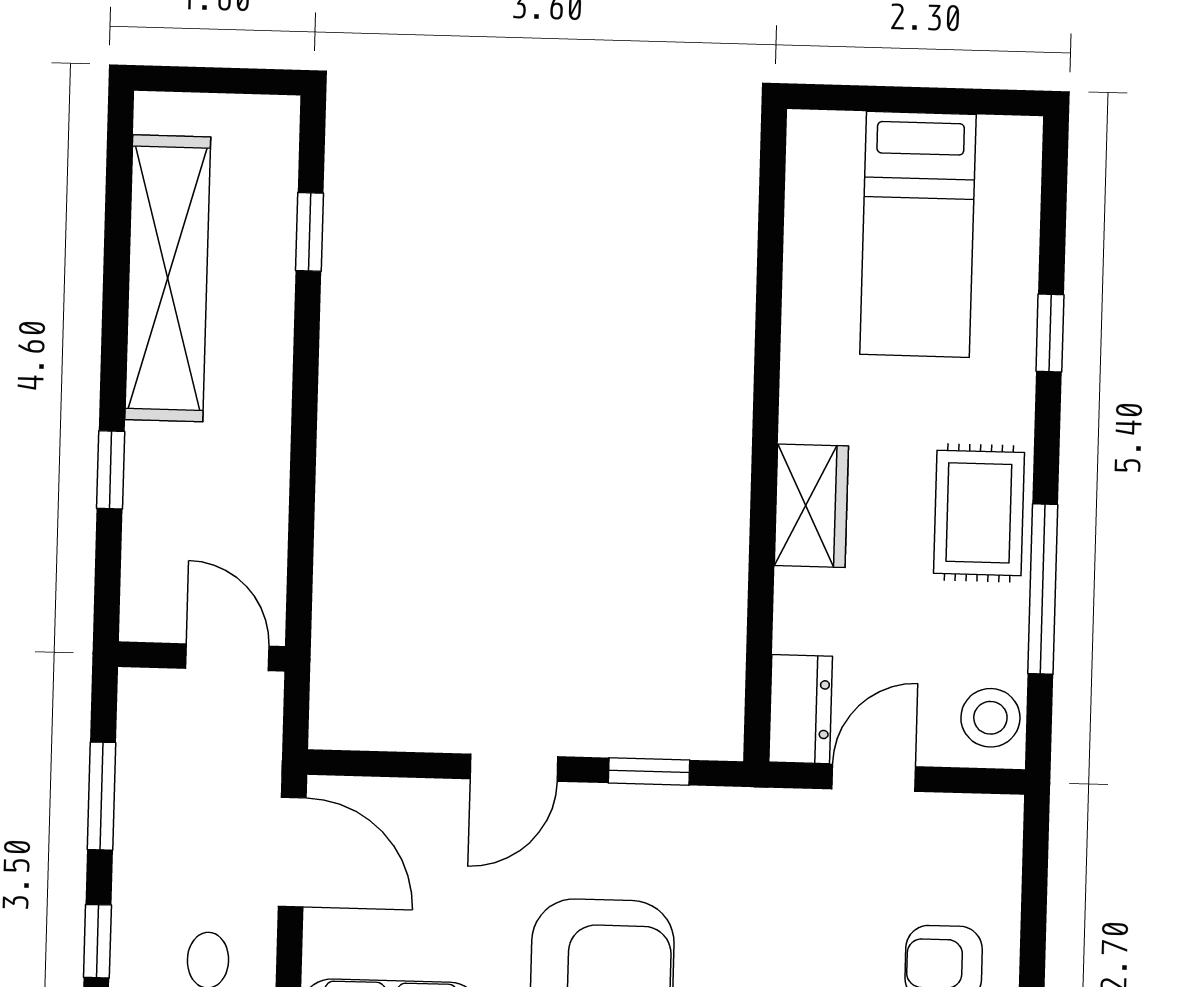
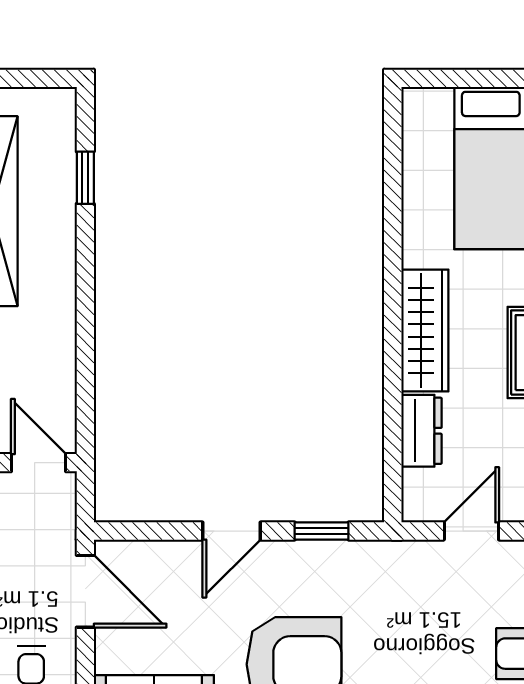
wardrobe: (811, 506) -> (425, 331), width x1.50
dresser: (801, 709) -> (421, 431), moved

